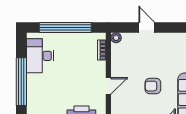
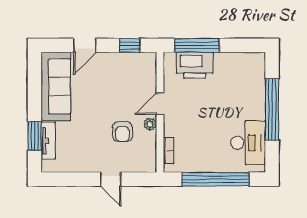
plant: (116, 38) -> (150, 124), moved
armchair: (153, 86) -> (122, 132), moved, turned 90

